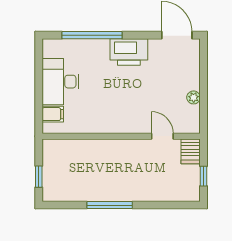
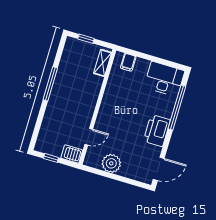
desk: (60, 82) -> (164, 79), moved
plant: (194, 97) -> (111, 163), width x1.88, depth x1.88
shelving: (63, 146) -> (103, 63), added

